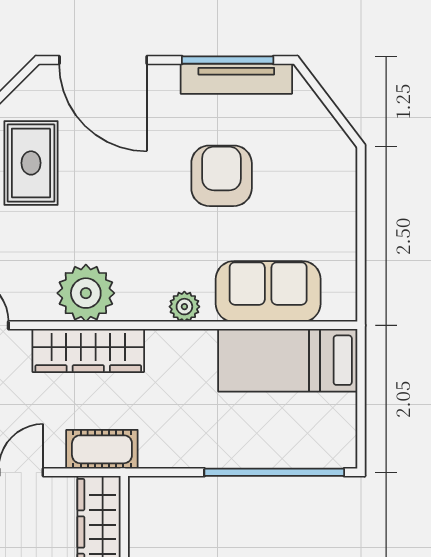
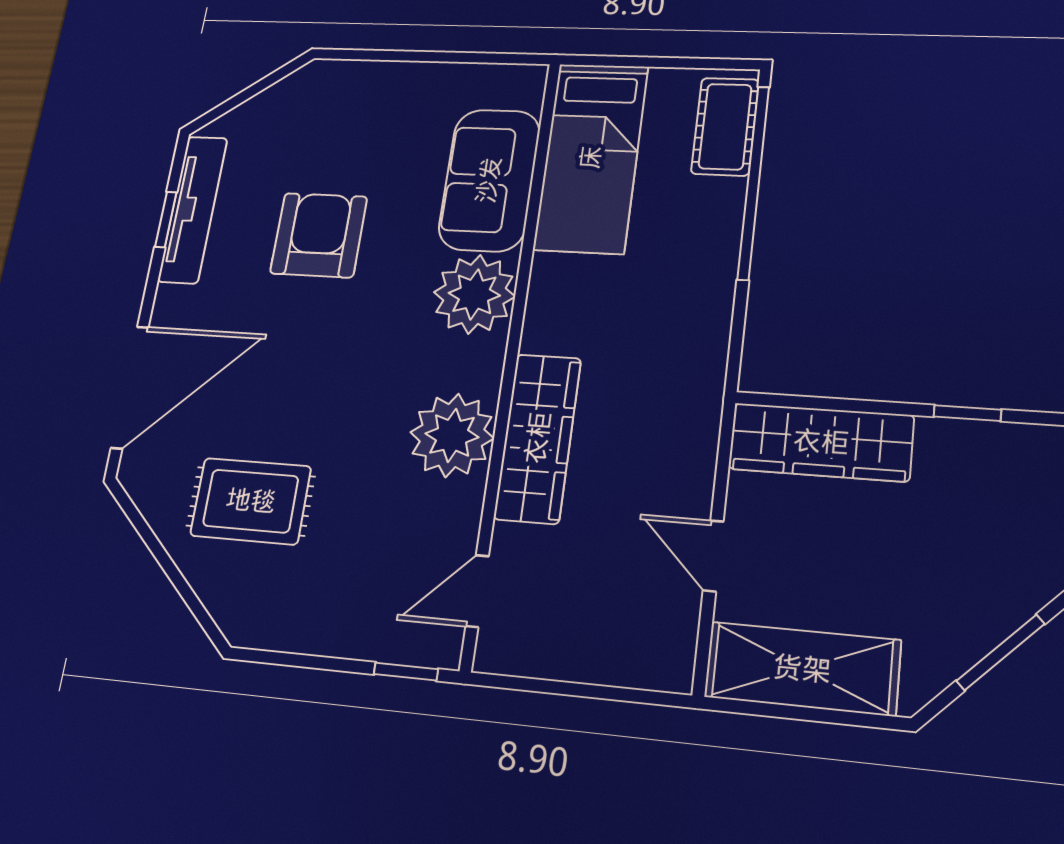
window: (228, 60) -> (166, 220), width x0.46
armchair: (222, 176) -> (319, 235), turned 90
plant: (184, 307) -> (474, 294), width x1.87, depth x1.87
cot: (102, 449) -> (725, 127), moved

